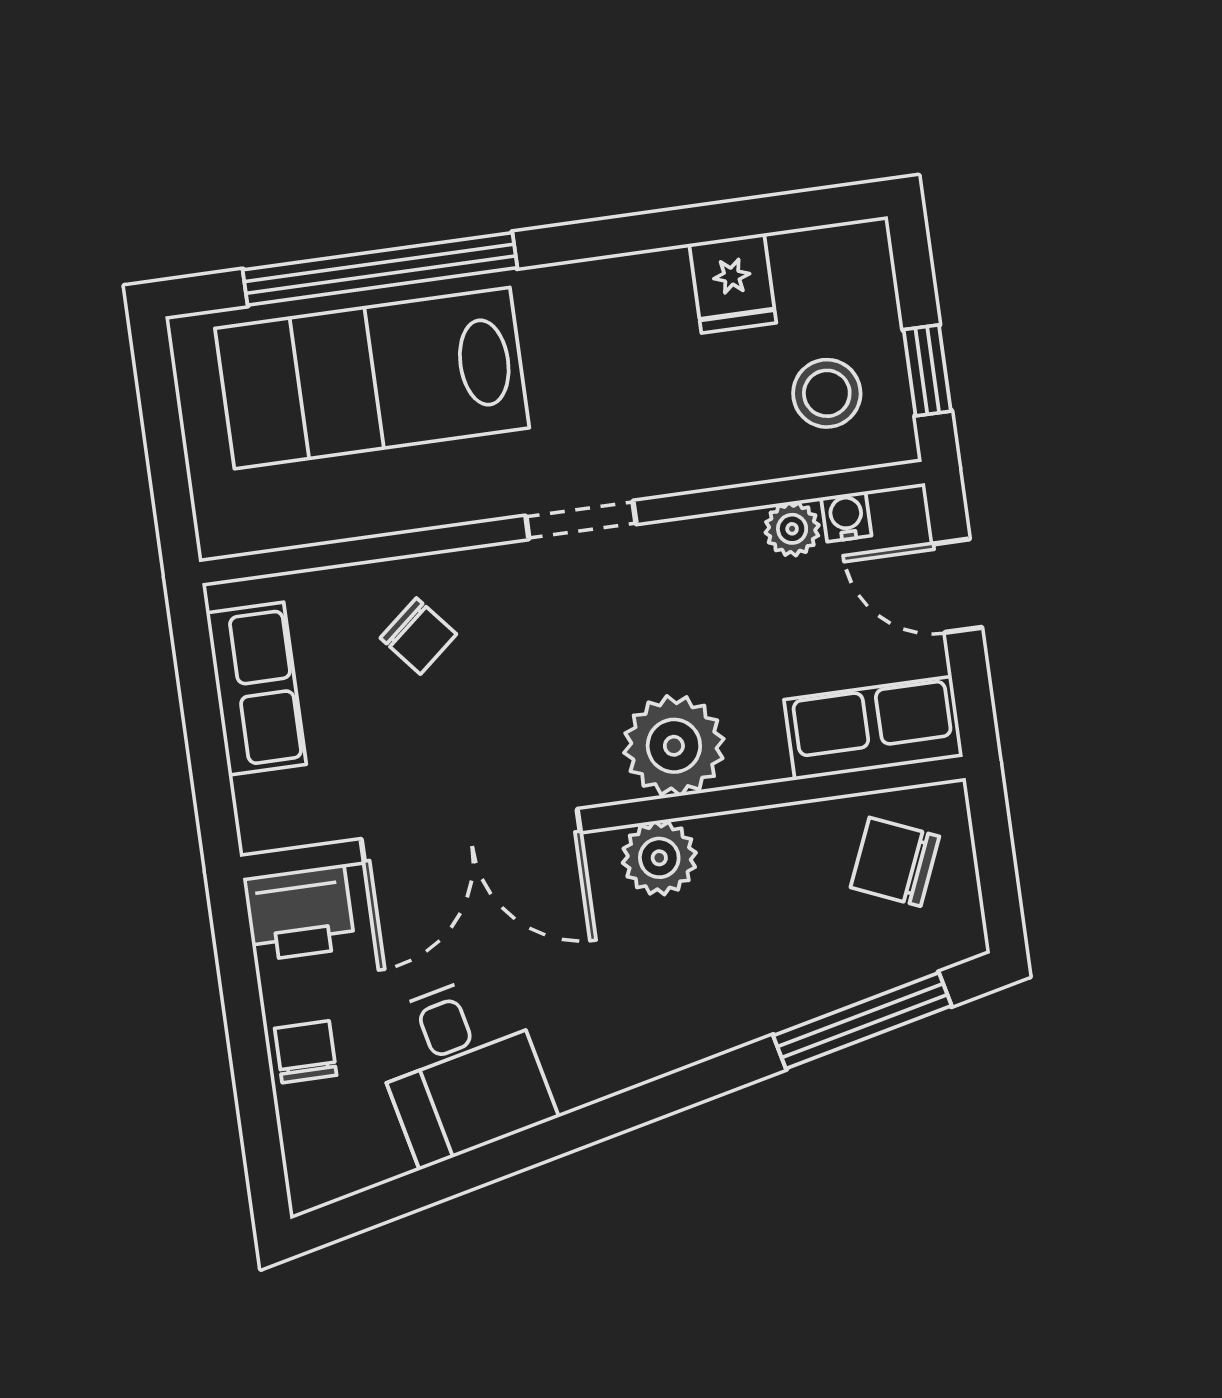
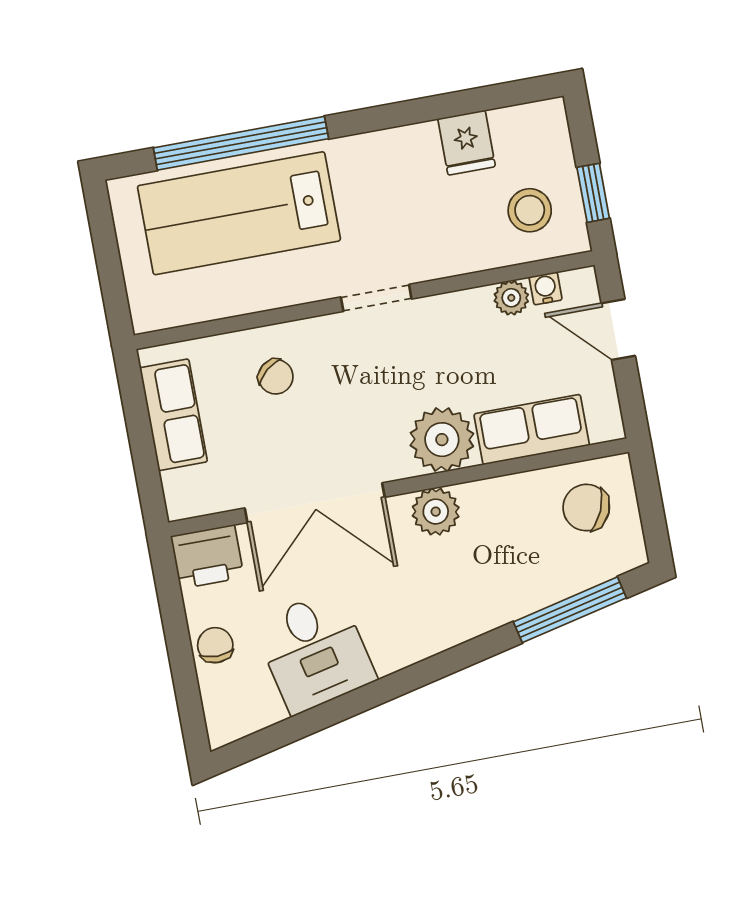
row of seats: (873, 728) -> (532, 430), moved

